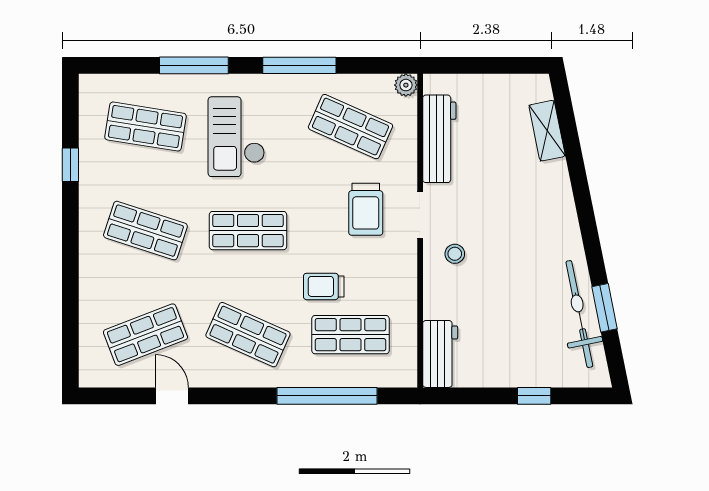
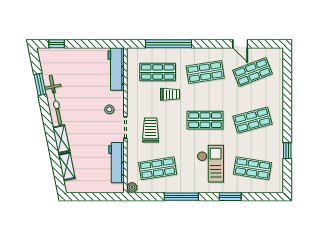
window: (194, 65) -> (230, 197), width x0.69
shop shelf: (350, 127) -> (158, 168), turned -33
shelving: (559, 190) -> (61, 139), added
shop shelf: (145, 231) -> (252, 120), turned -33
bicycle: (579, 314) -> (55, 100), moved
shop shelf: (248, 335) -> (205, 72), turned -33
workbench: (440, 354) -> (116, 69), width x1.38
window: (534, 396) -> (57, 44), moved

